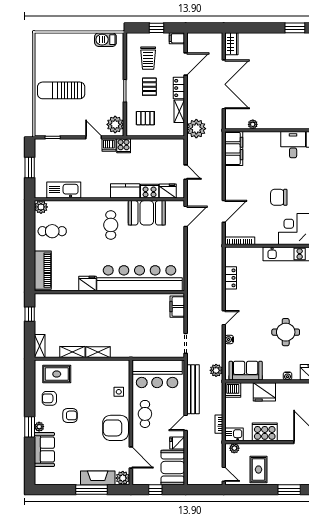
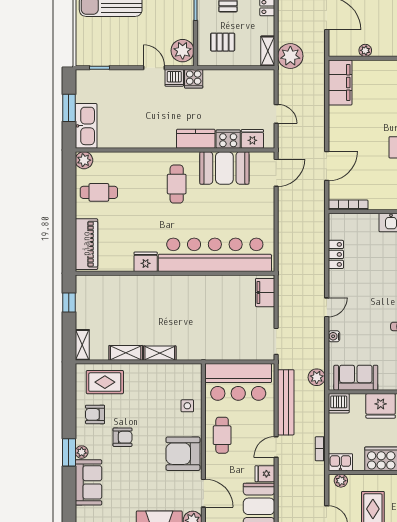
shelving: (179, 111) -> (268, 51), moved
kitchen sink: (64, 190) -> (86, 126), moved, turned 90

